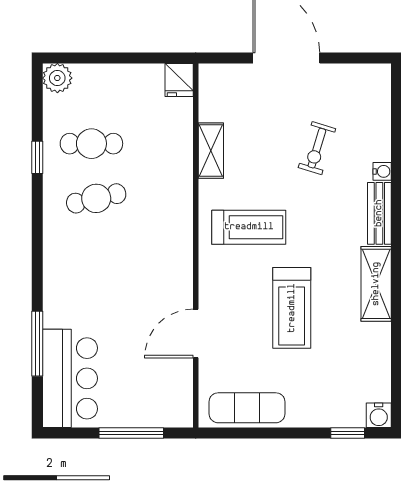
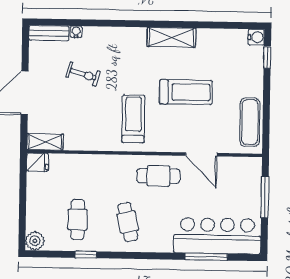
shelving: (211, 151) -> (45, 142), moved
water cooler: (382, 171) -> (76, 32), moved
cafe table: (96, 198) -> (128, 222), moved
bench: (379, 213) -> (49, 33), moved
cafe table: (161, 268) -> (158, 176), added
bar counter: (70, 378) -> (217, 236), width x1.36

